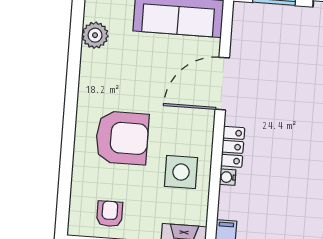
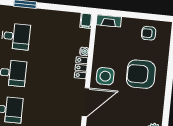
side table: (181, 172) -> (105, 76), moved
armchair: (110, 214) -> (149, 33), turned 90

